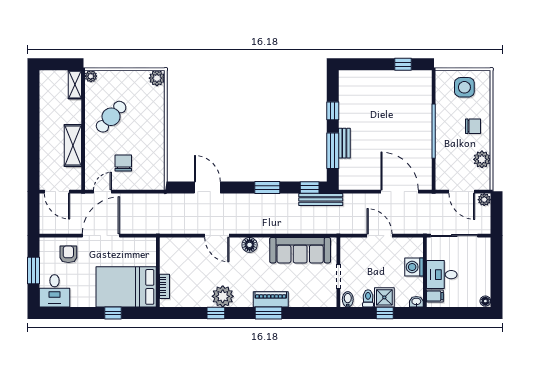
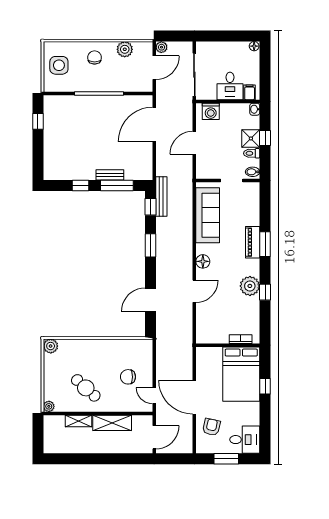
shelving: (75, 85) -> (79, 421), moved
armchair: (68, 254) -> (211, 427), turned 103
washing machine: (414, 267) -> (211, 111), moved

